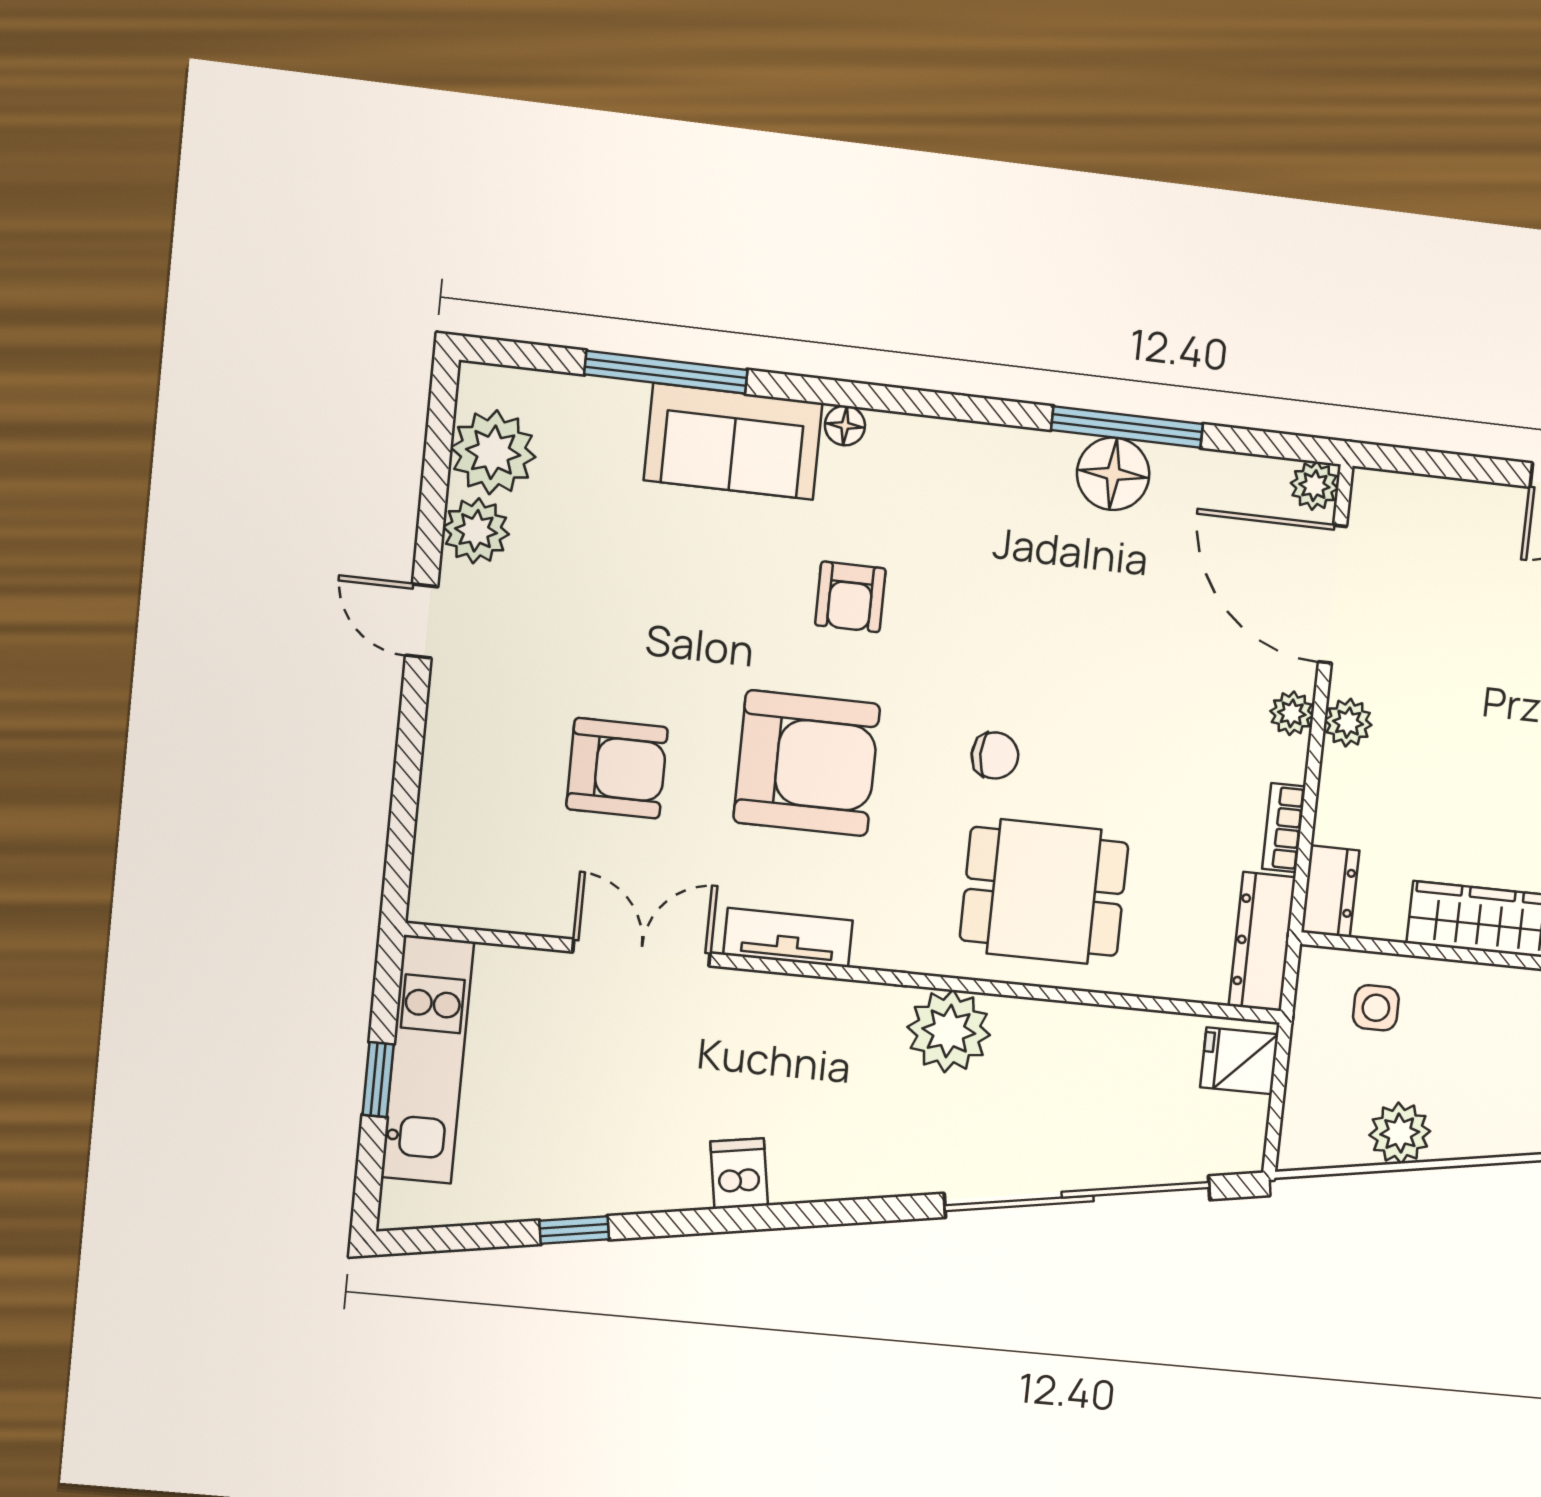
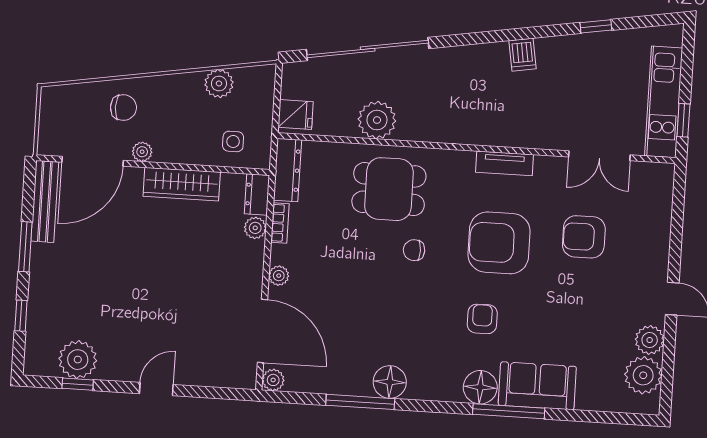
window: (666, 372) -> (509, 411), moved
floor lamp: (845, 425) -> (480, 387), width x1.89, depth x1.89
floor lamp: (1113, 474) -> (390, 382), moved
plant: (1348, 723) -> (255, 228), moved
double door: (642, 953) -> (599, 156), moved
plant: (949, 1031) -> (377, 120), moved
window: (378, 1080) -> (683, 120), moved

